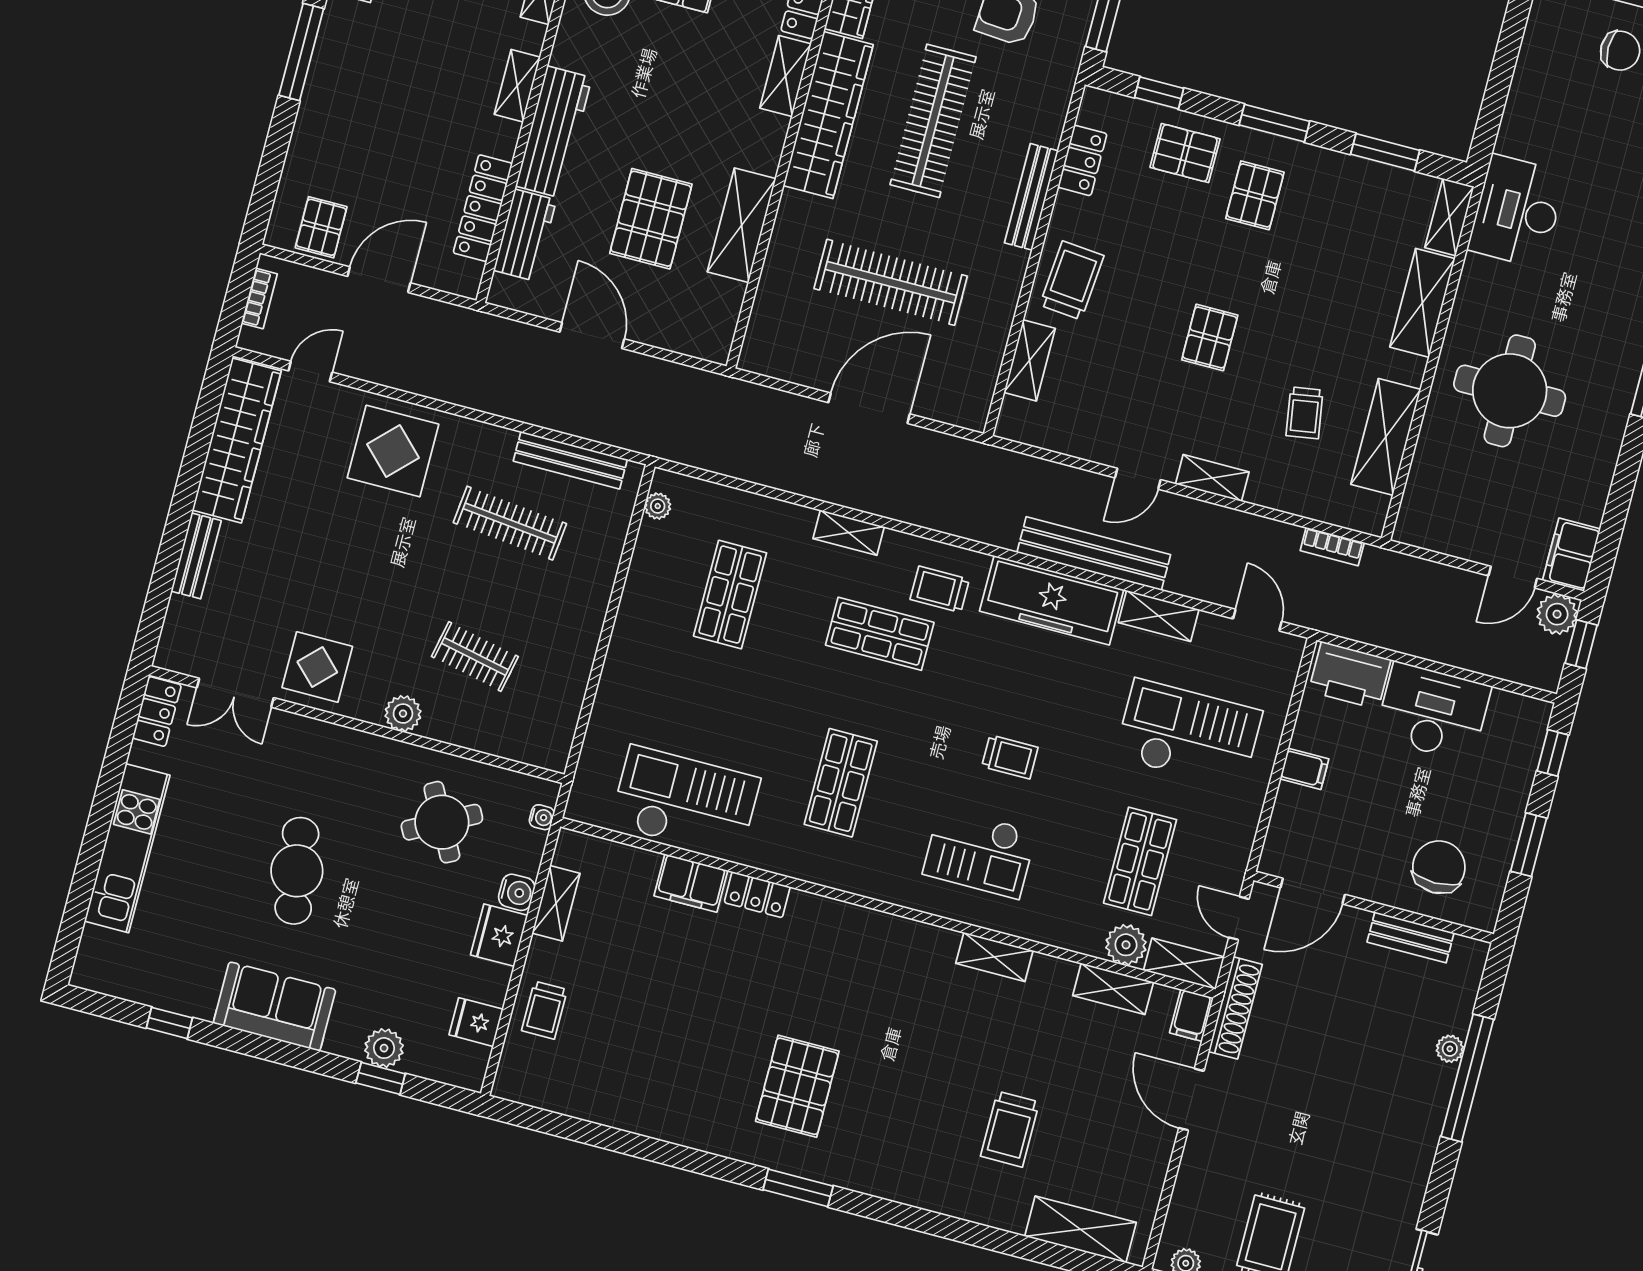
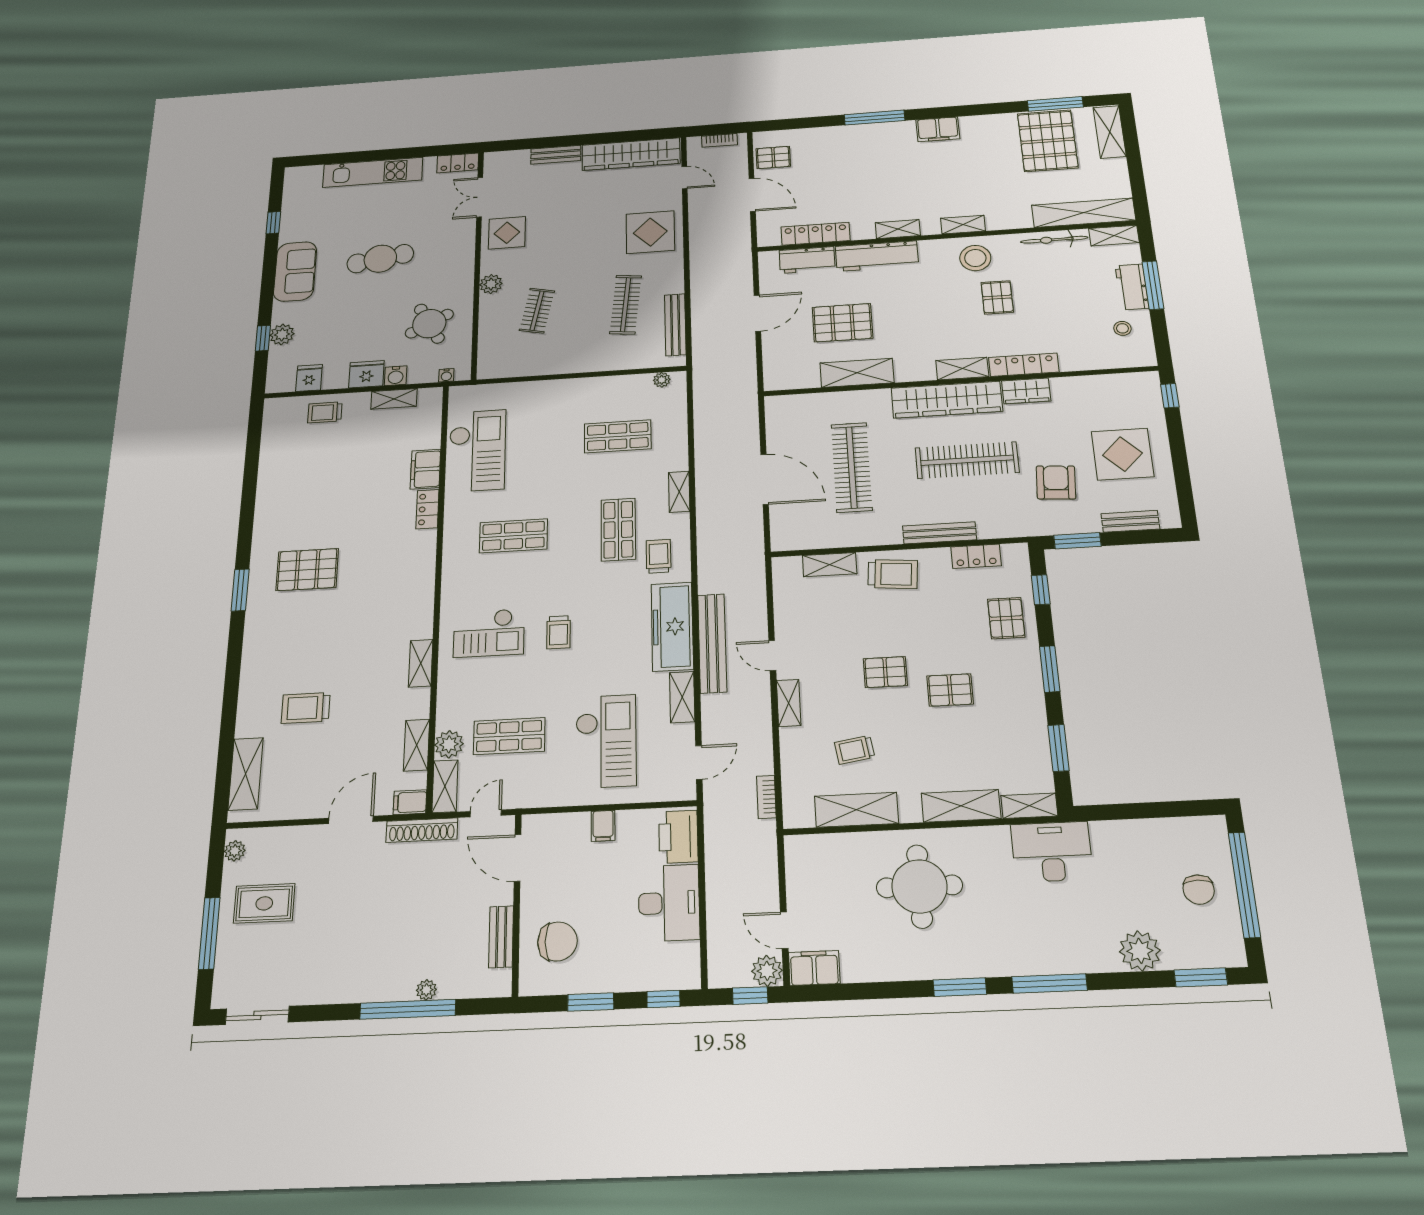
pallet: (1255, 195) -> (950, 690), moved
checkout: (980, 853) -> (489, 633), turned -90

